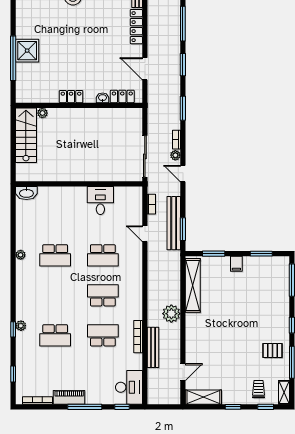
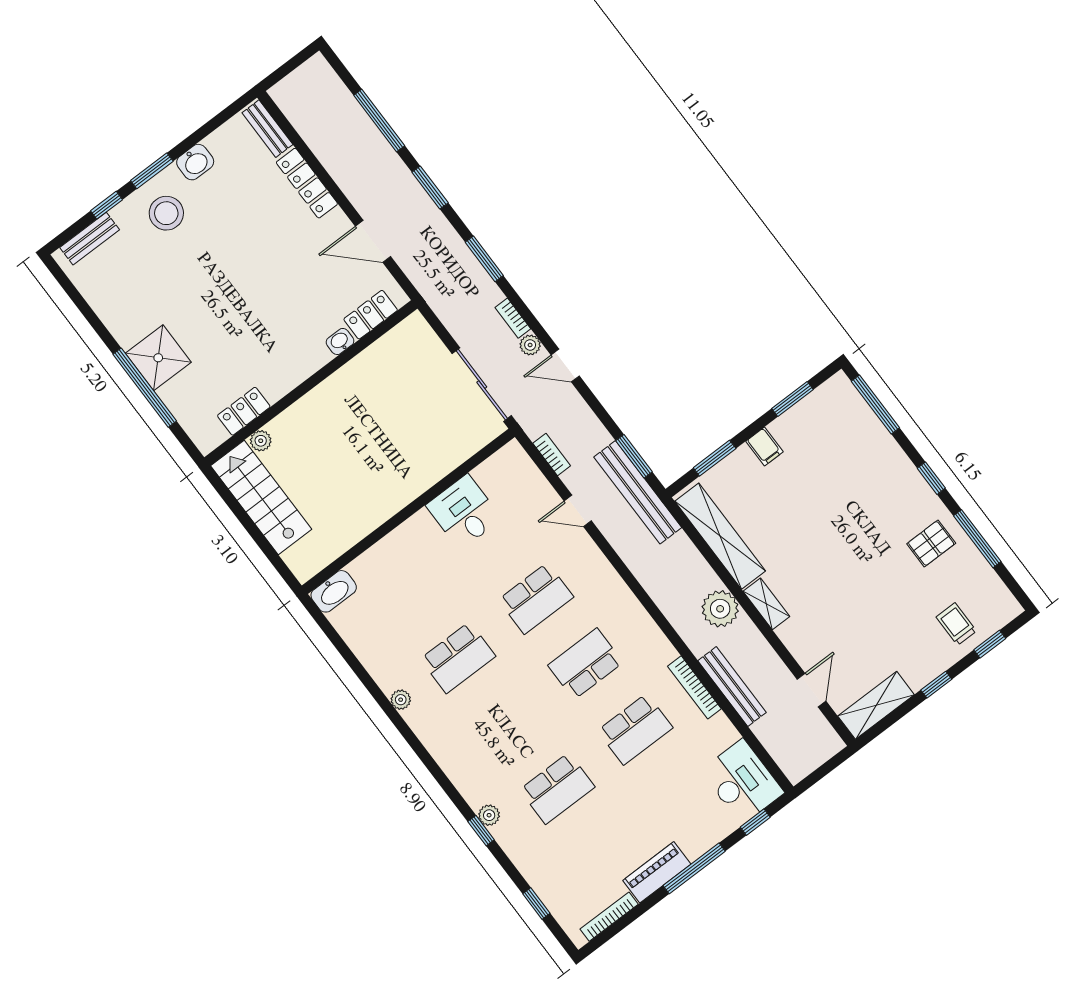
locker: (71, 97) -> (244, 411), moved
bench: (174, 223) -> (638, 492), moved
school desk: (103, 335) -> (635, 729), turned 180
shelving: (284, 392) -> (766, 604), moved

